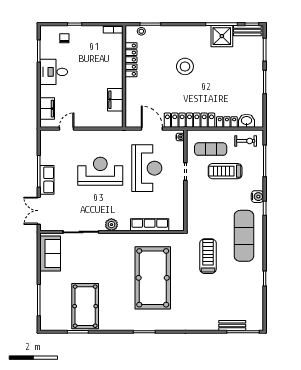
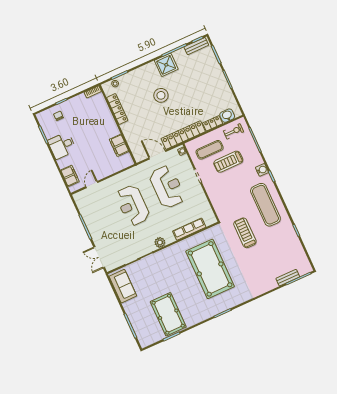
shower: (222, 36) -> (166, 65), moved
reception desk: (100, 171) -> (133, 205), turned -90
row of seats: (47, 180) -> (95, 231), removed

